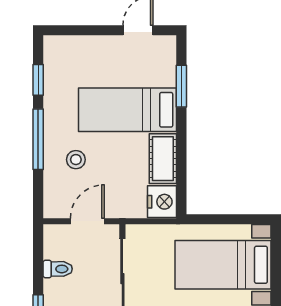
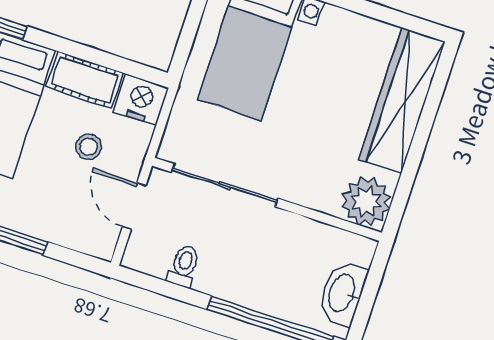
stool: (76, 160) -> (89, 147), moved

